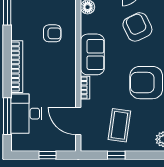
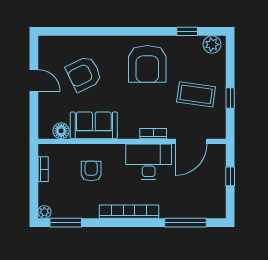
sofa: (92, 54) -> (94, 125), moved
desk: (26, 114) -> (149, 162), moved, turned 180

